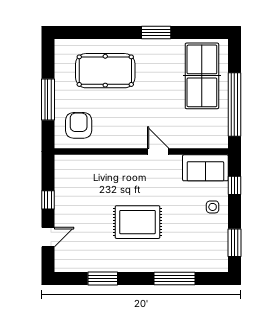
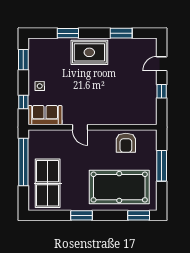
window: (79, 33) -> (139, 215), added
pool table: (105, 71) -> (119, 187), width x1.36, depth x1.32
armchair: (79, 125) -> (126, 143), moved
rug: (137, 222) -> (89, 52), moved
window: (175, 278) -> (68, 33), width x0.69

